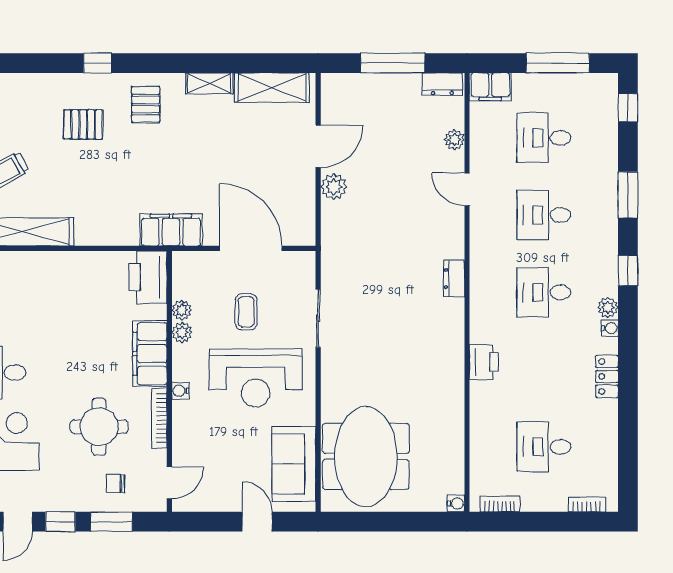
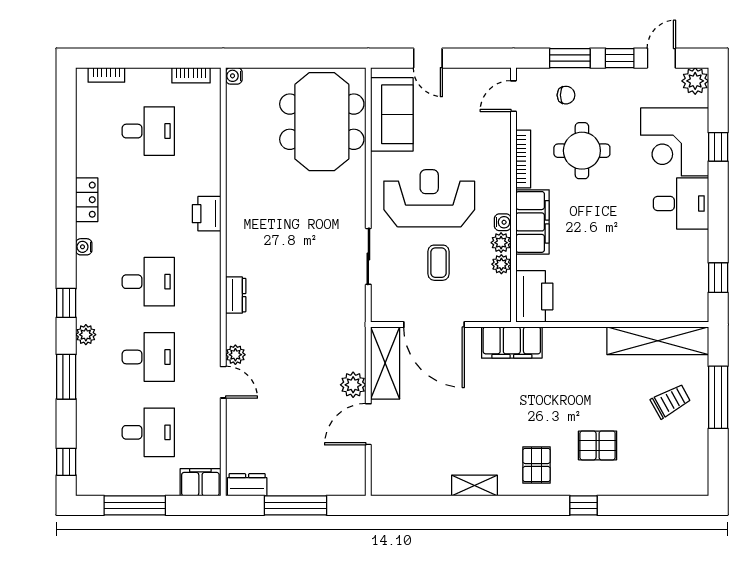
shelving: (272, 88) -> (385, 363), moved, turned 90
plant: (454, 140) -> (235, 355), moved
plant: (608, 307) -> (86, 335), moved
water cooler: (180, 391) -> (503, 222), moved

